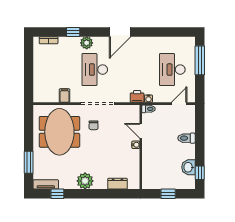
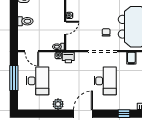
plant: (87, 43) -> (58, 104), moved
window: (200, 60) -> (14, 78), moved
door: (179, 104) -> (32, 51), hinge flipped
door: (141, 131) -> (65, 28), hinge flipped

